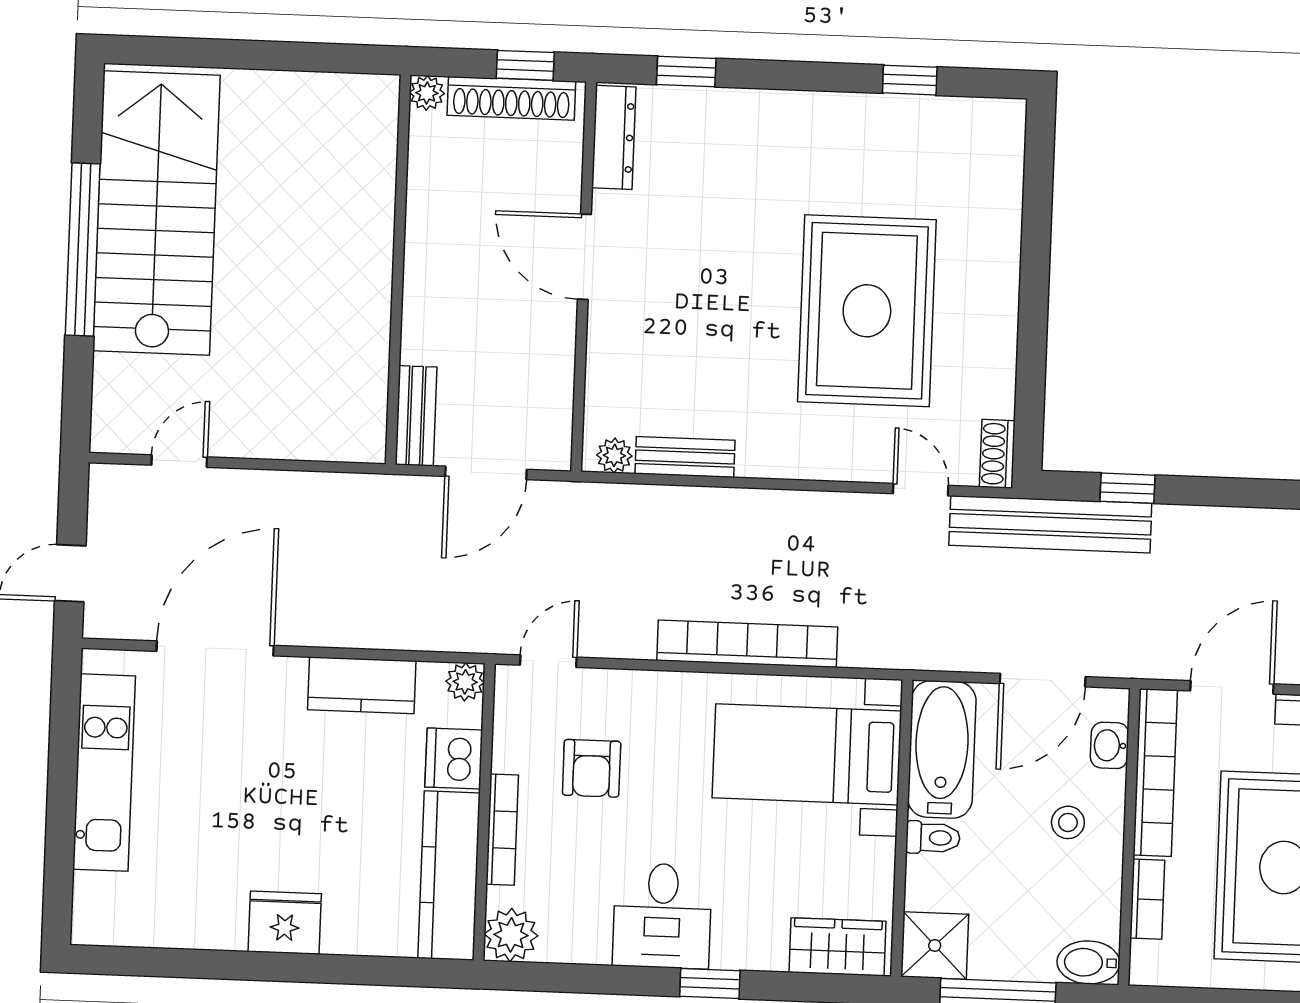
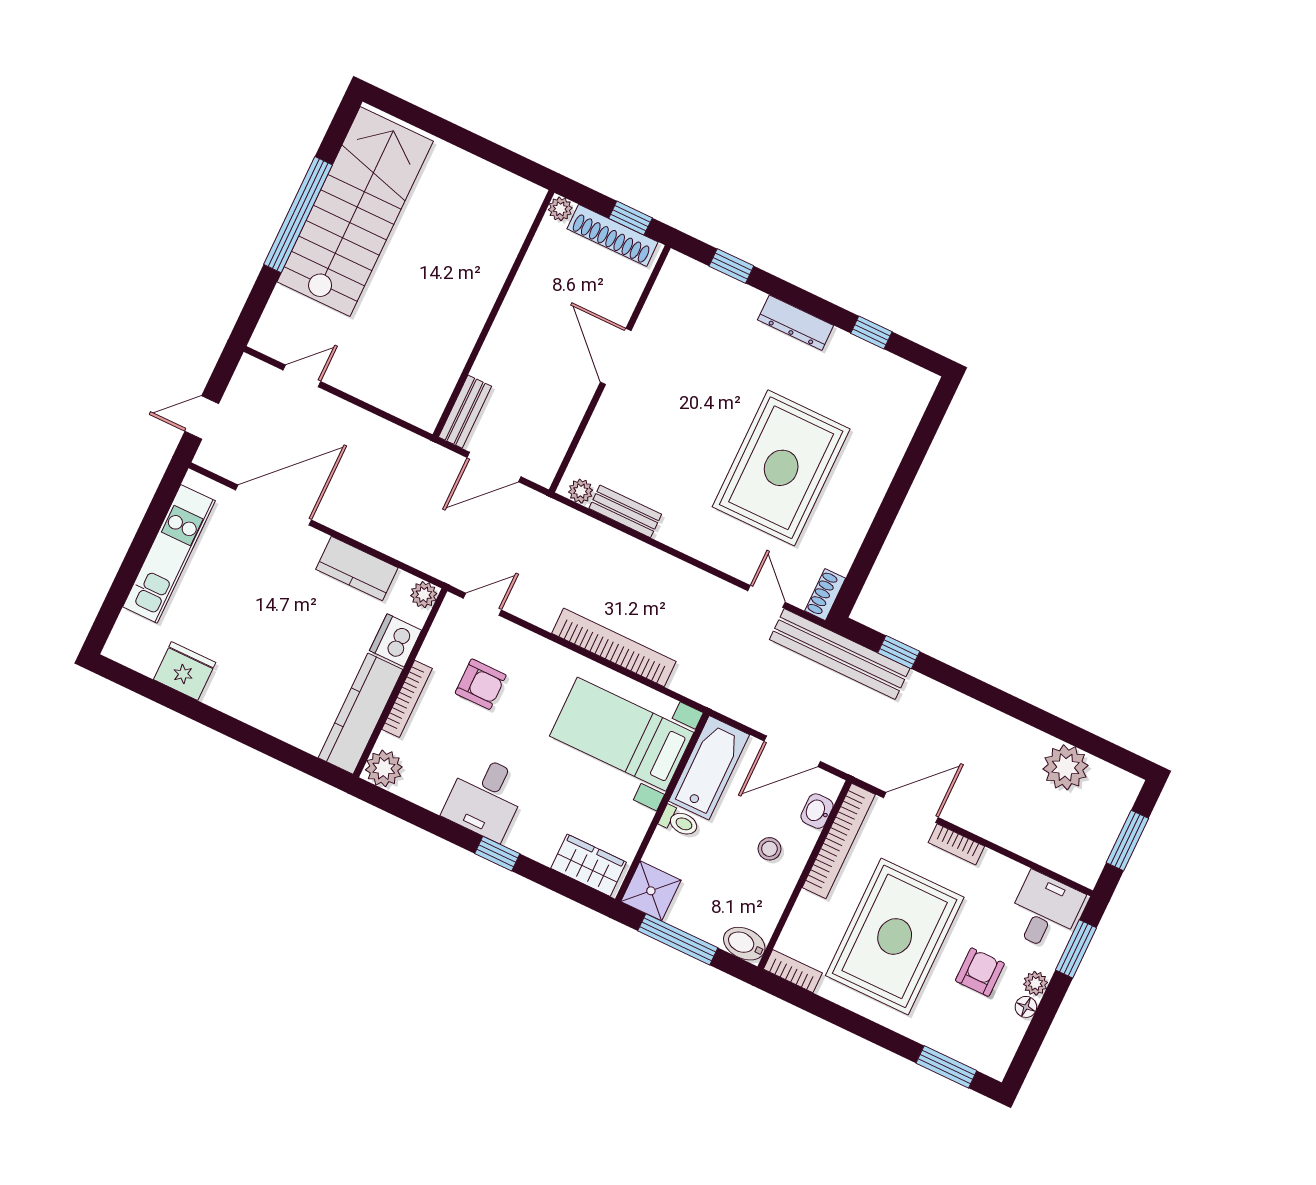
dresser: (614, 137) -> (796, 323), moved, turned 90
armchair: (592, 768) -> (481, 684), turned -90
bookcase: (1147, 899) -> (793, 971), moved, turned -90
fridge: (285, 923) -> (185, 671), moved

